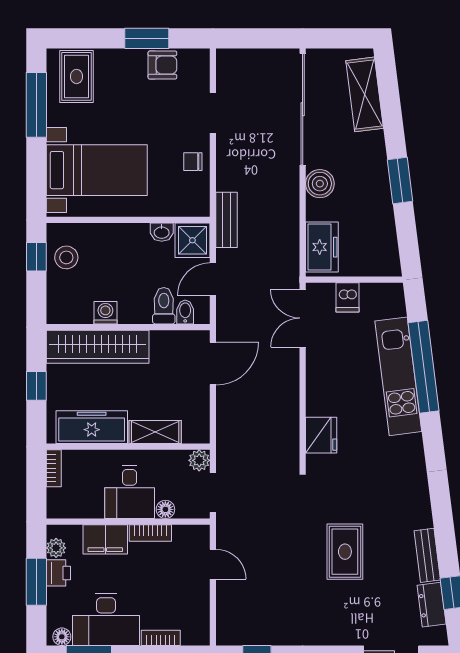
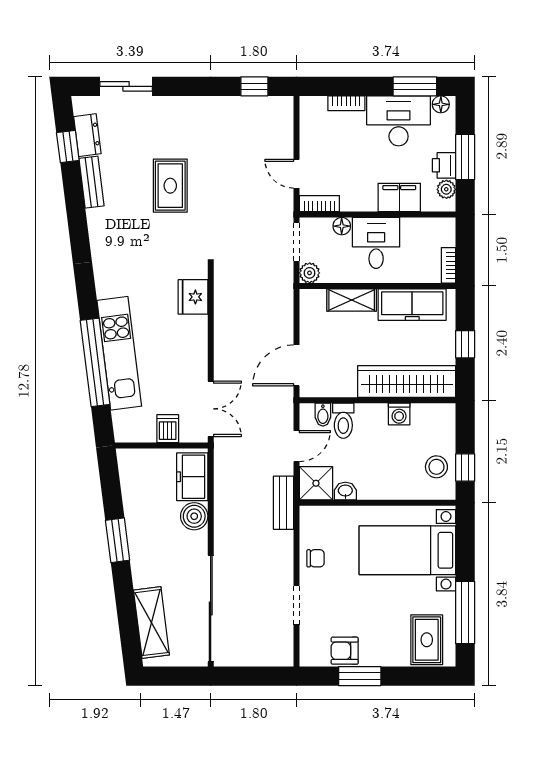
boiler: (320, 184) -> (194, 516), moved
bookcase: (150, 533) -> (319, 204), moved

